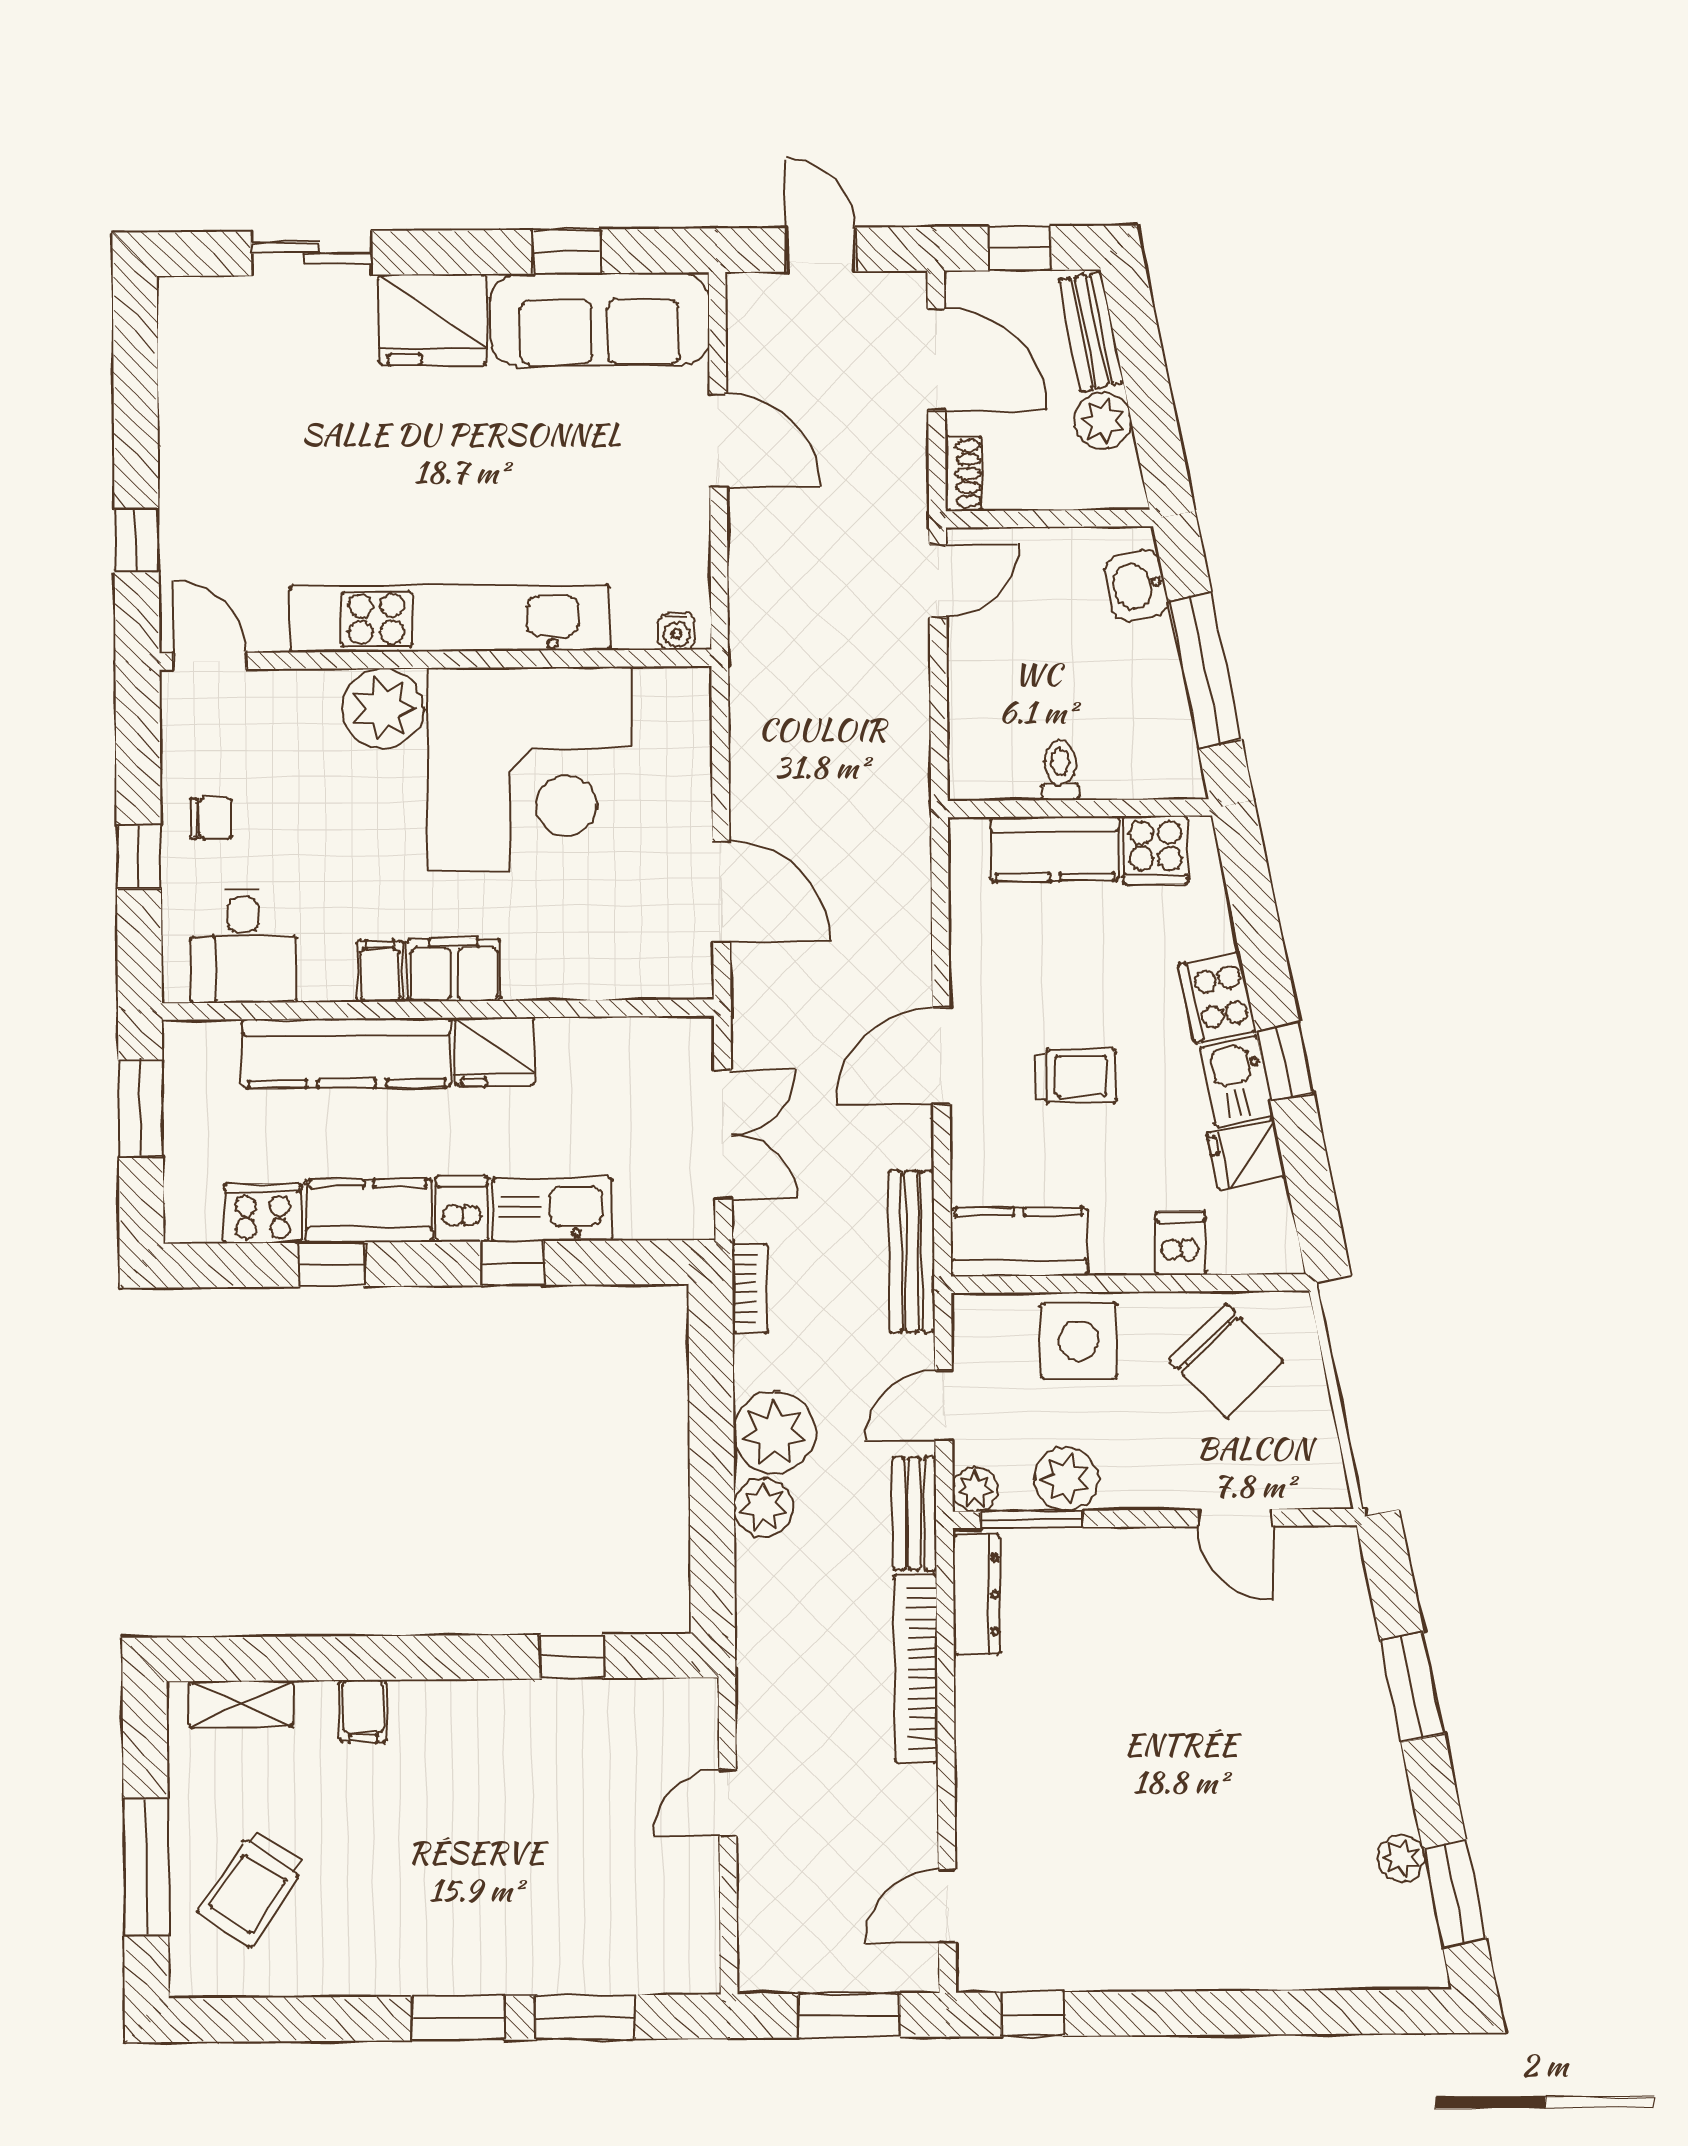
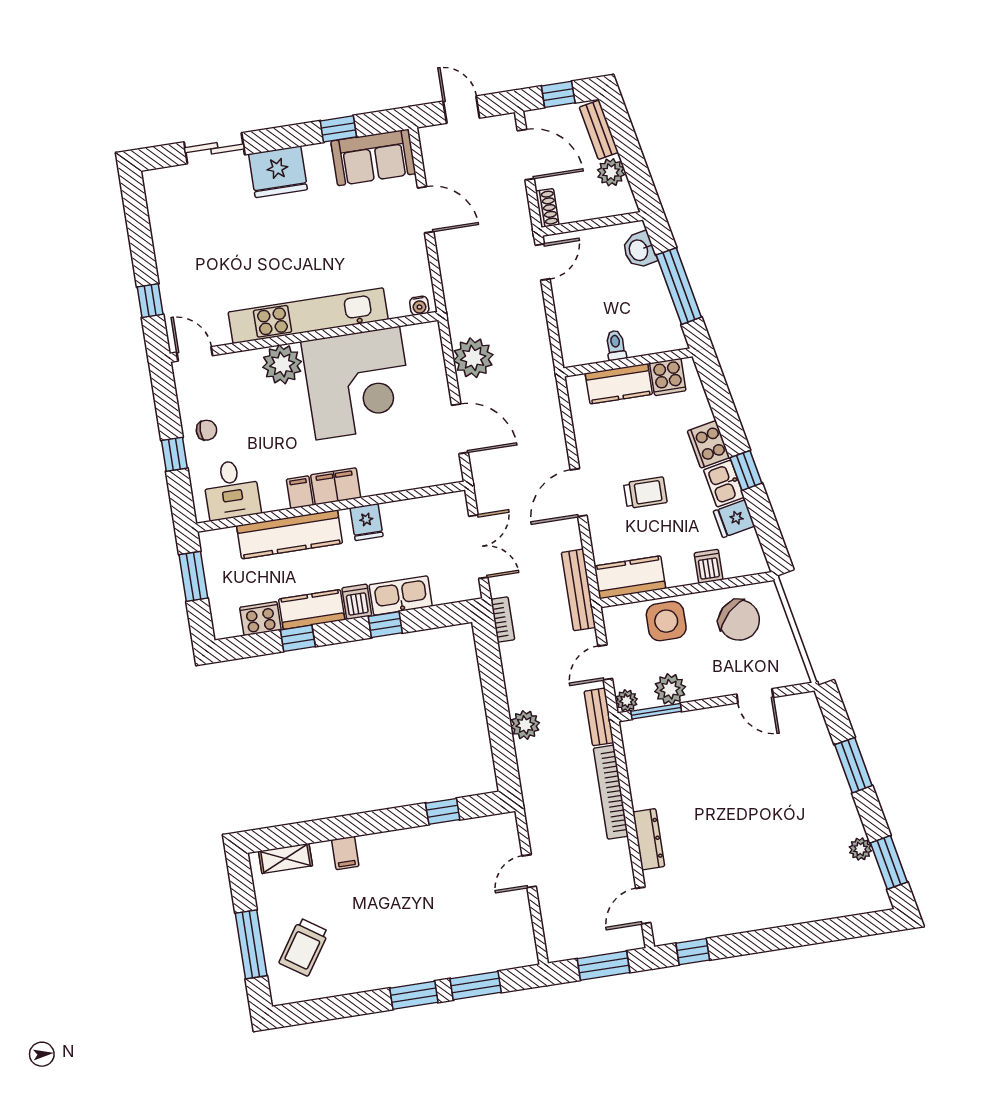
sofa: (600, 320) -> (373, 157), width x0.73
fridge: (494, 1052) -> (367, 522), width x0.72
plant: (774, 1432) -> (473, 358), moved
dresser: (977, 1595) -> (649, 839), moved

